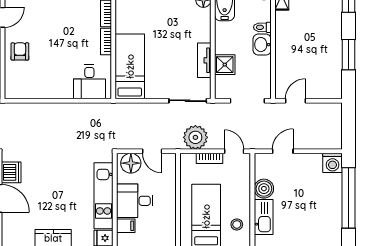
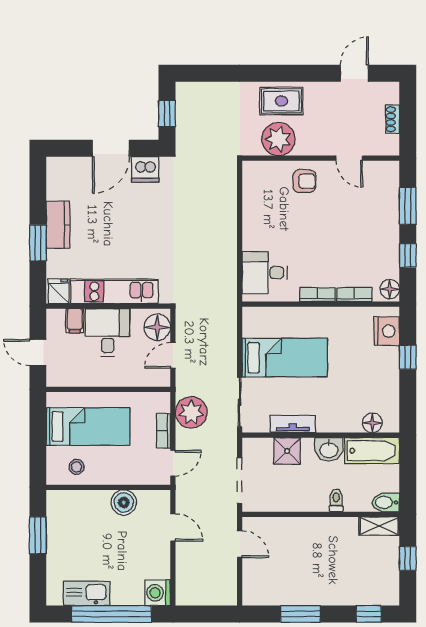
washbasin: (262, 45) -> (329, 450), moved, turned 180
bed: (130, 66) -> (285, 358), moved
kitchen sink: (264, 217) -> (87, 593), moved, turned 180

